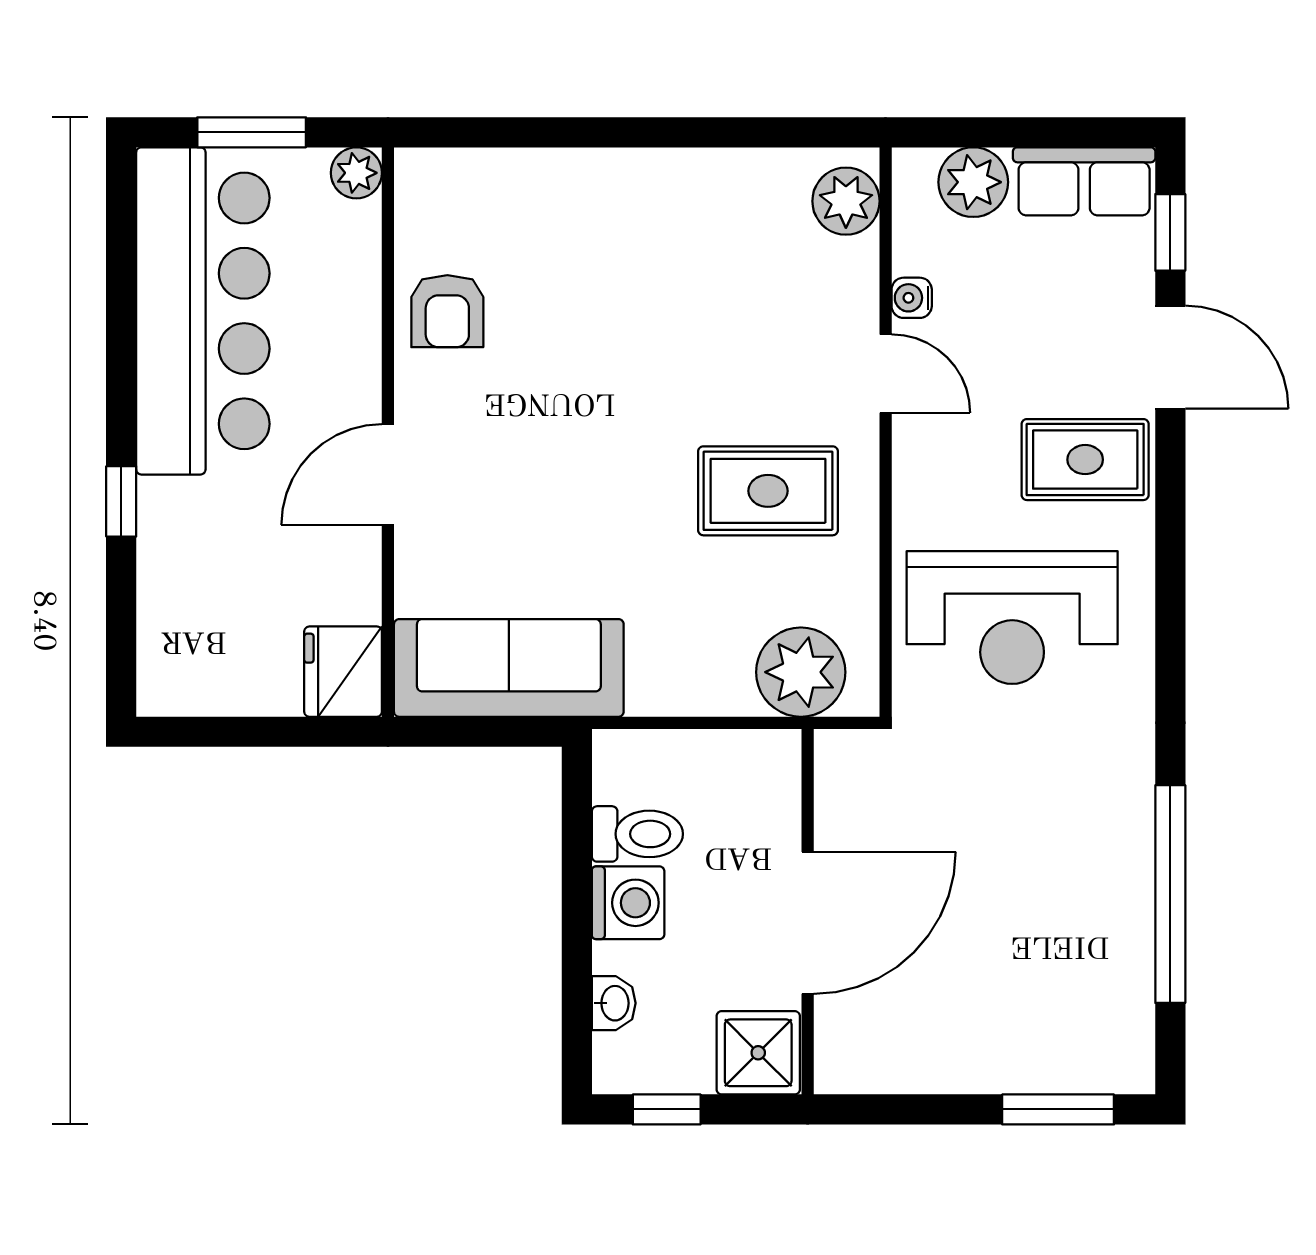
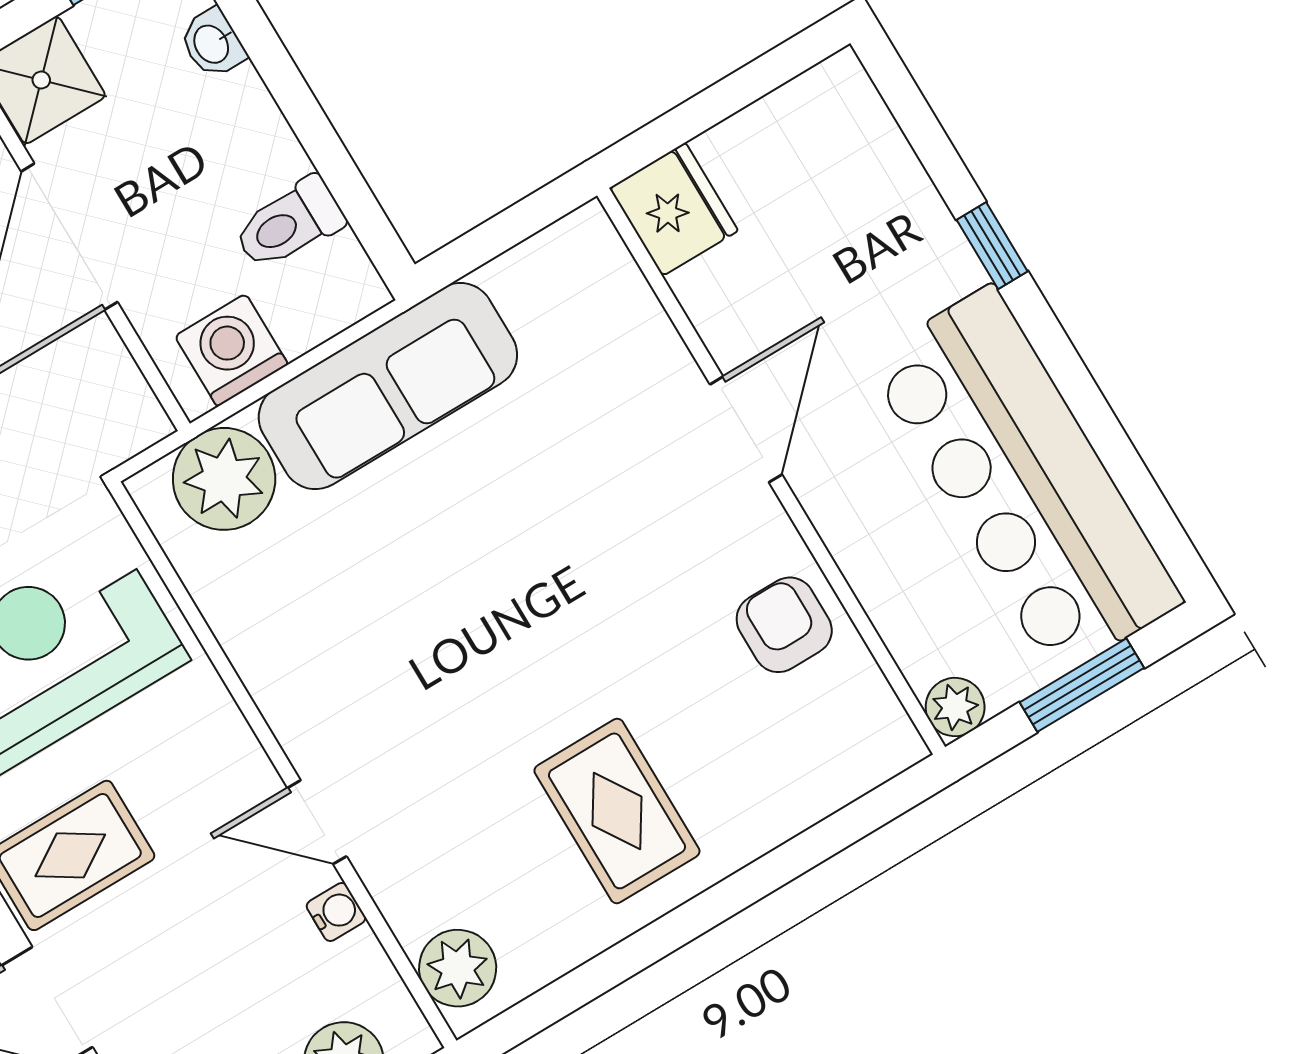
rug: (768, 491) -> (617, 811), moved, turned 90
sofa: (509, 668) -> (388, 386), moved
washing machine: (628, 903) -> (231, 350), moved, turned 90

